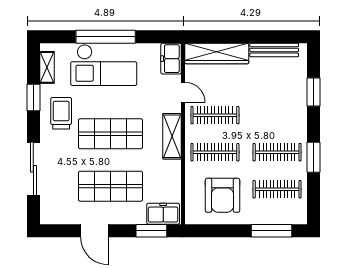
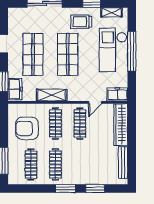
trolley: (61, 113) -> (81, 22), turned 180
shelving: (172, 136) -> (52, 95), moved
window: (313, 157) -> (66, 189), moved

